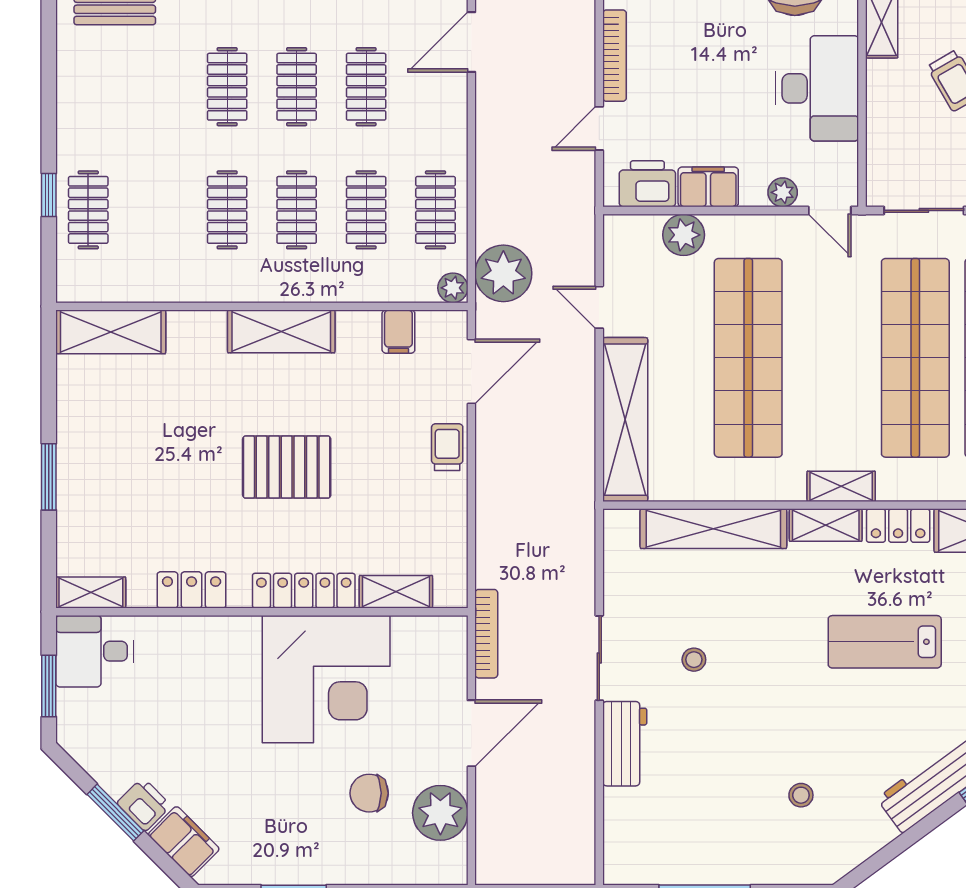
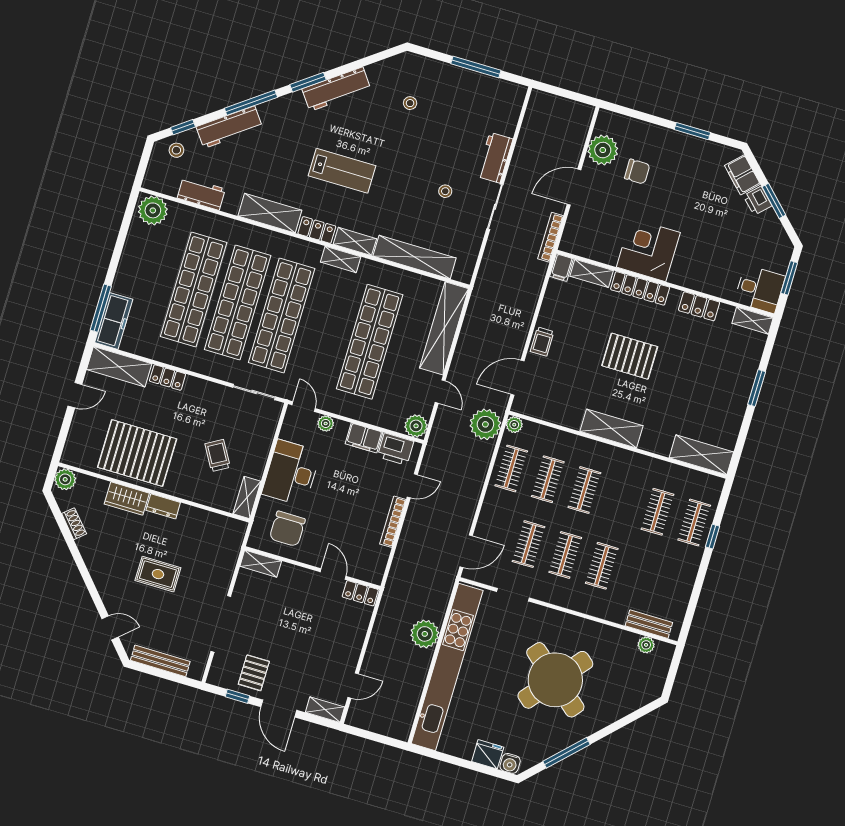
clothes rail: (227, 210) -> (658, 512), moved
plant: (684, 235) -> (416, 426), moved
filing cabinet: (398, 332) -> (562, 268), moved, turned 180
corner desk: (326, 679) -> (648, 250), width x0.74, depth x0.74

